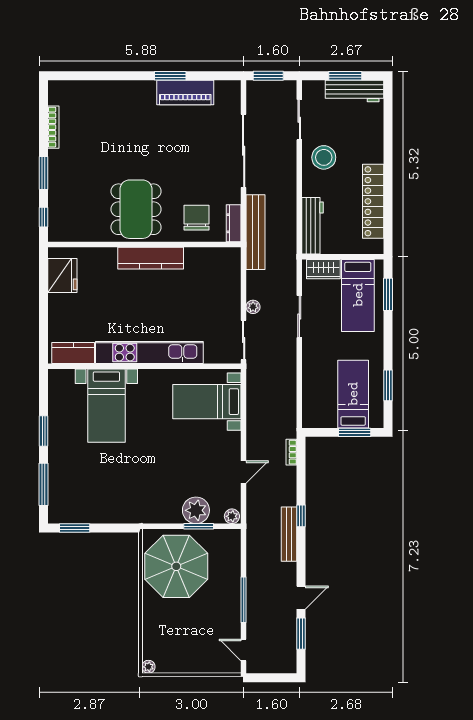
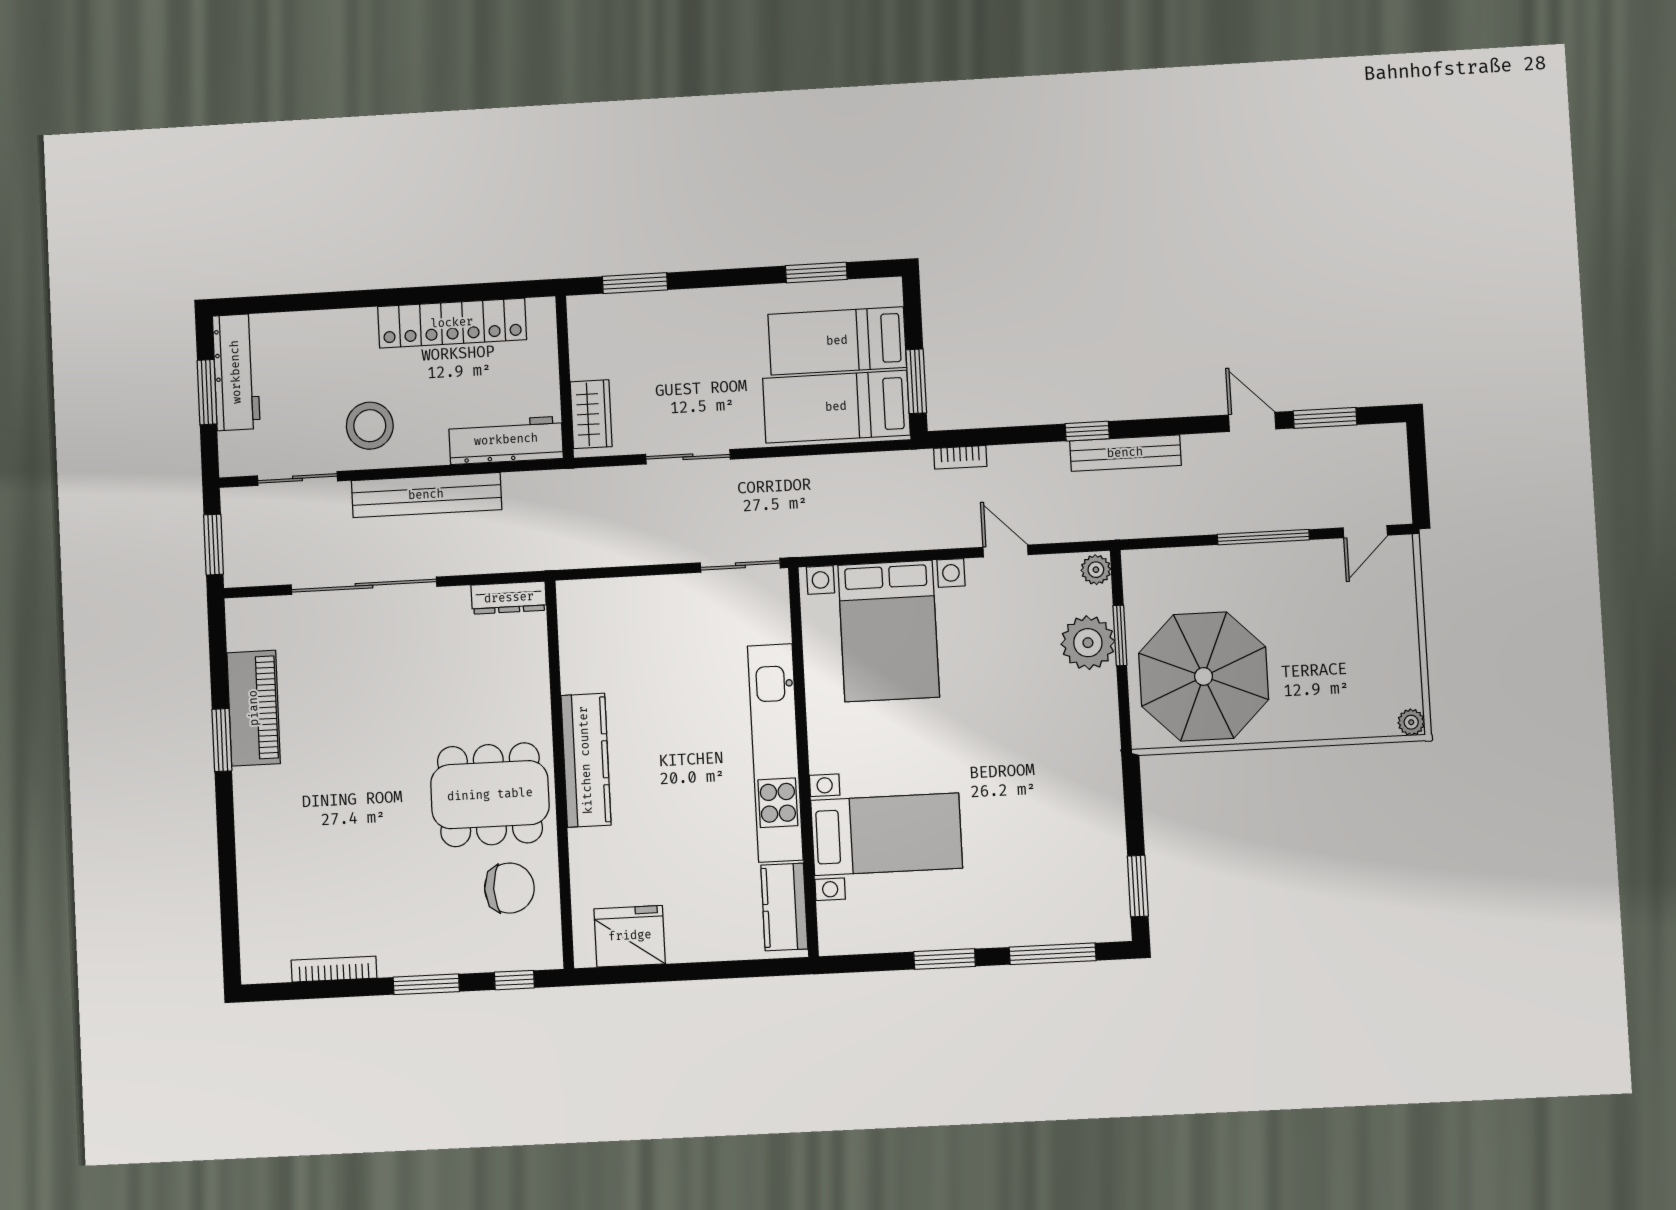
chair: (197, 218) -> (509, 888), moved, turned 180
bench: (256, 232) -> (426, 495), moved
bed: (358, 295) -> (836, 407), moved, turned 180
plant: (253, 307) -> (673, 550), removed
bed with nightstands: (207, 402) -> (889, 631), width x1.36
window: (355, 432) -> (916, 381), moved

